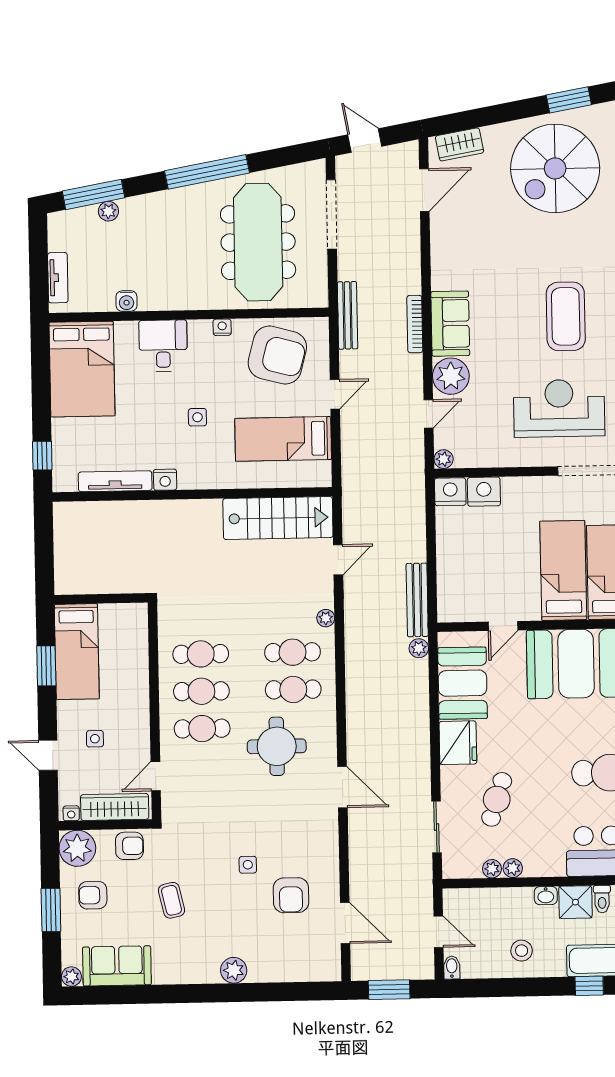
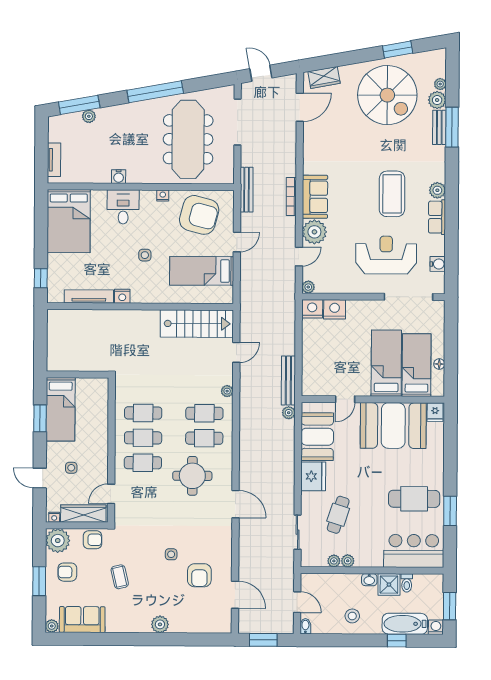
spiral stairs: (555, 168) -> (387, 95), turned -90
water cooler: (126, 301) -> (119, 177), moved

